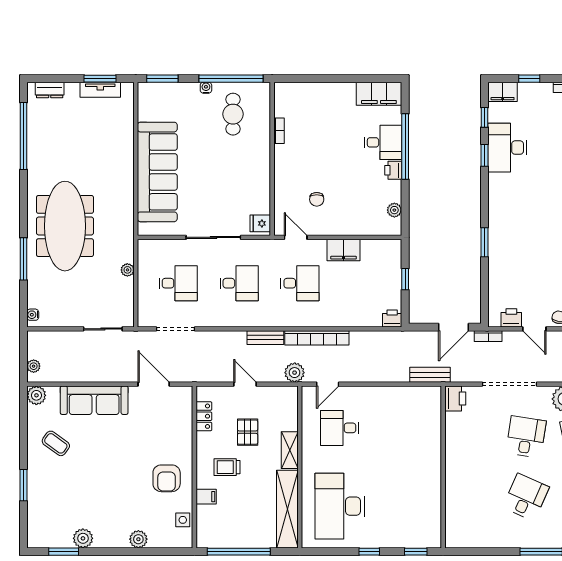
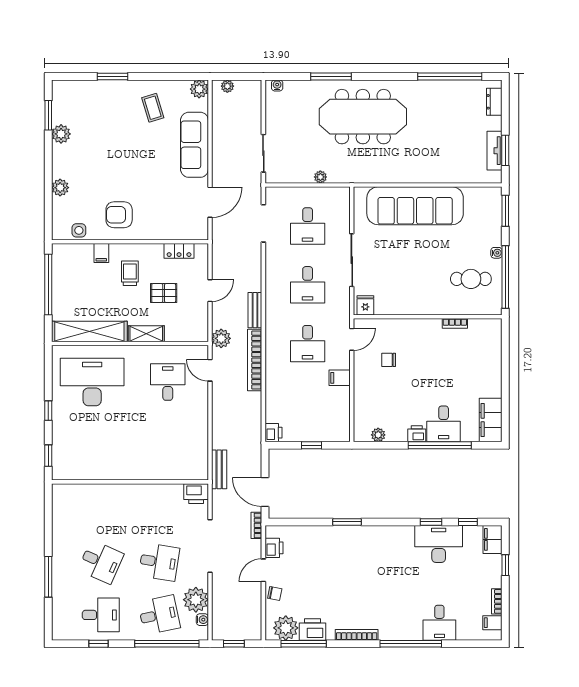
filing cabinet: (343, 250) -> (340, 378), width x0.50
coffee table: (56, 443) -> (153, 108), turned -53

